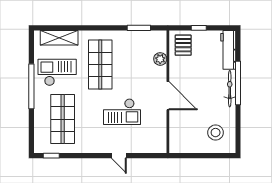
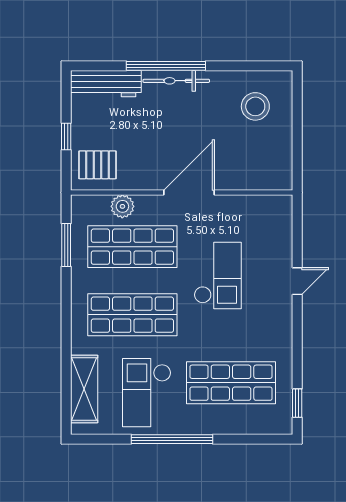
shop shelf: (138, 64) -> (132, 247), added

